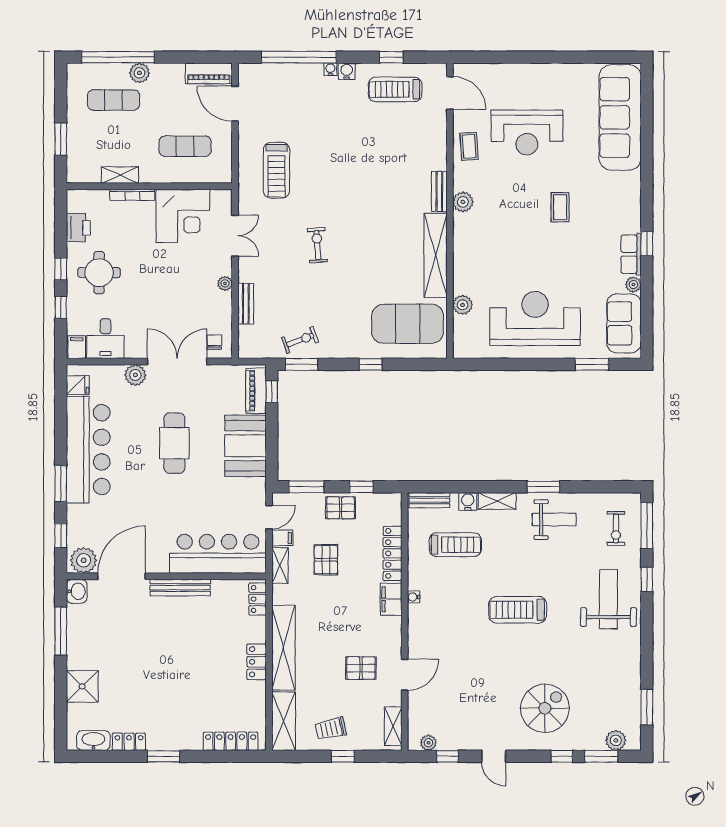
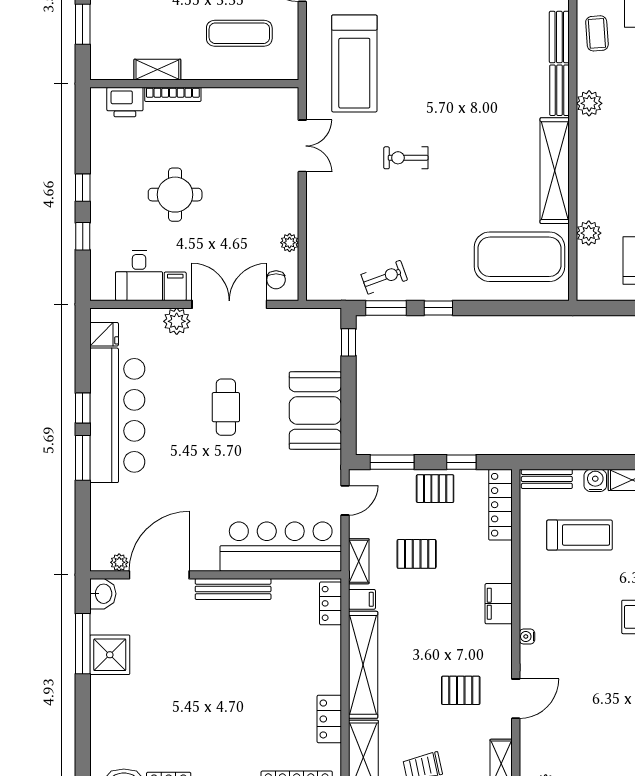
treadmill: (276, 170) -> (354, 63), width x1.37, depth x1.37
corner desk: (183, 216) -> (237, 121), removed
printer: (78, 228) -> (125, 102), moved, turned 90
exercise bike: (317, 245) -> (406, 158), turned -86
round table: (99, 273) -> (175, 195), moved
plant: (225, 283) -> (290, 243), moved
bench: (246, 304) -> (559, 37), moved
chair: (214, 342) -> (276, 280), turned 180
filing cabinet: (77, 347) -> (175, 286), moved
window: (371, 364) -> (438, 308), moved
piano: (256, 391) -> (329, 341), removed
cafe table: (174, 443) -> (226, 407), width x0.73, depth x0.74
window: (61, 536) -> (83, 408), moved
filing cabinet: (282, 538) -> (362, 599), moved
locker: (393, 553) -> (500, 505), moved
plant: (84, 560) -> (119, 562), width x0.53, depth x0.53
pallet: (326, 560) -> (417, 554), turned 90
water cooler: (414, 597) -> (527, 637), moved
locker: (257, 662) -> (329, 719), moved
shower: (82, 686) -> (110, 655), moved

